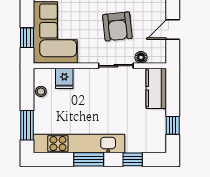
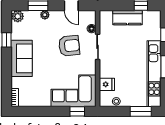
kitchen counter: (156, 88) -> (127, 18), moved

